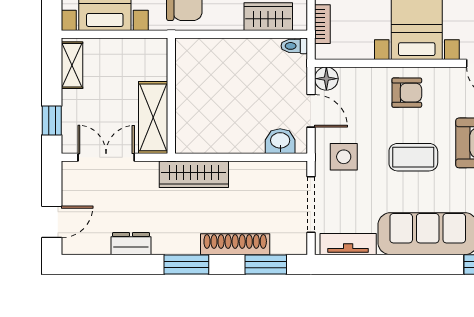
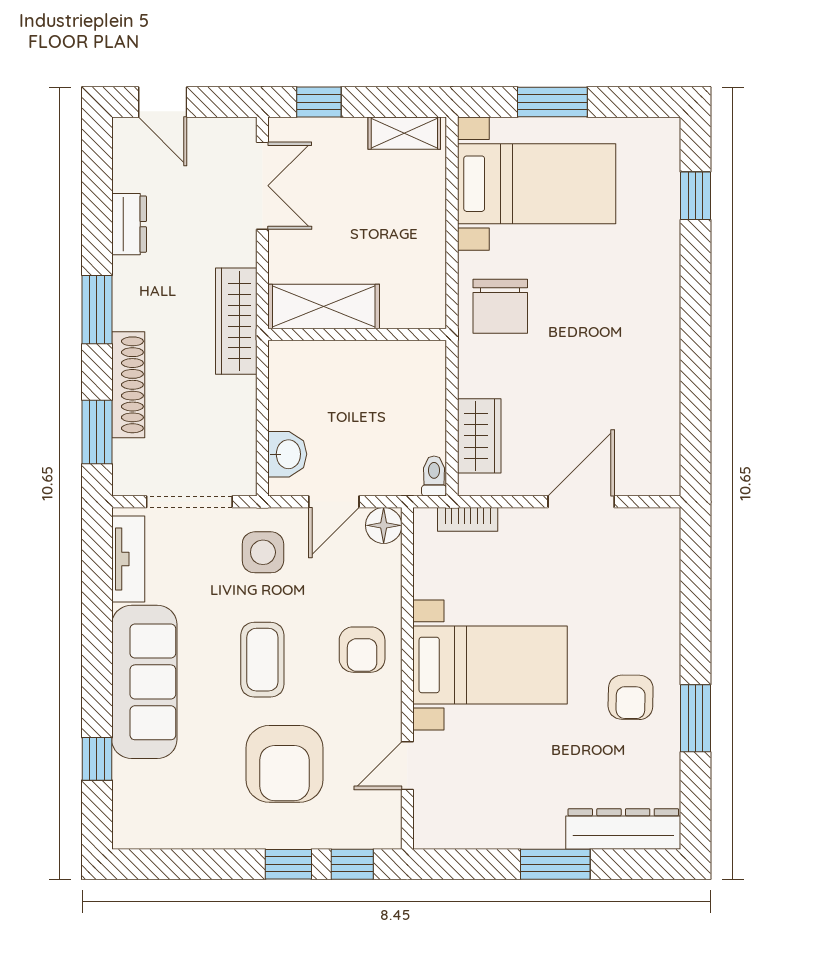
wall: (171, 96) -> (357, 334), moved
shelving: (153, 117) -> (324, 307), moved

